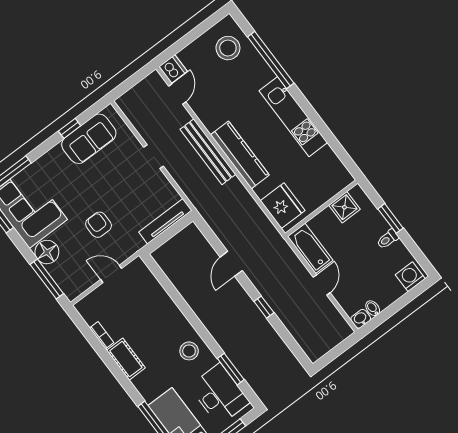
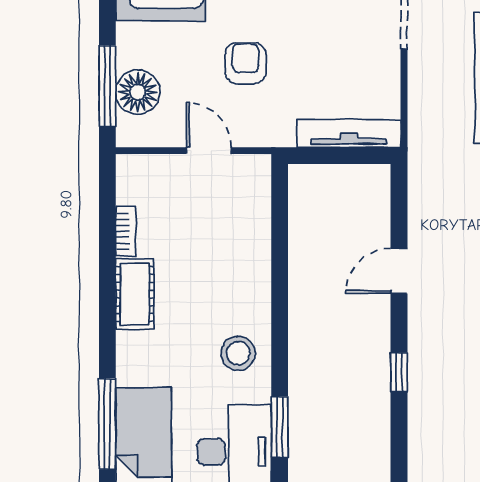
floor lamp: (47, 252) -> (138, 92), moved

